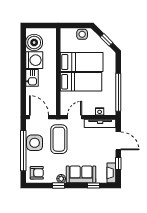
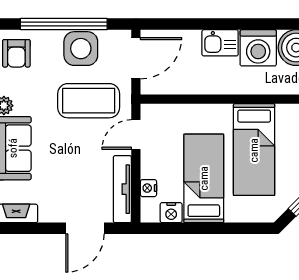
bed: (81, 82) -> (204, 178), moved, turned 180
window: (118, 92) -> (189, 228), removed
nightstand: (111, 101) -> (171, 213), added
door: (75, 117) -> (136, 134), swing flipped
window: (118, 164) -> (36, 228), removed

